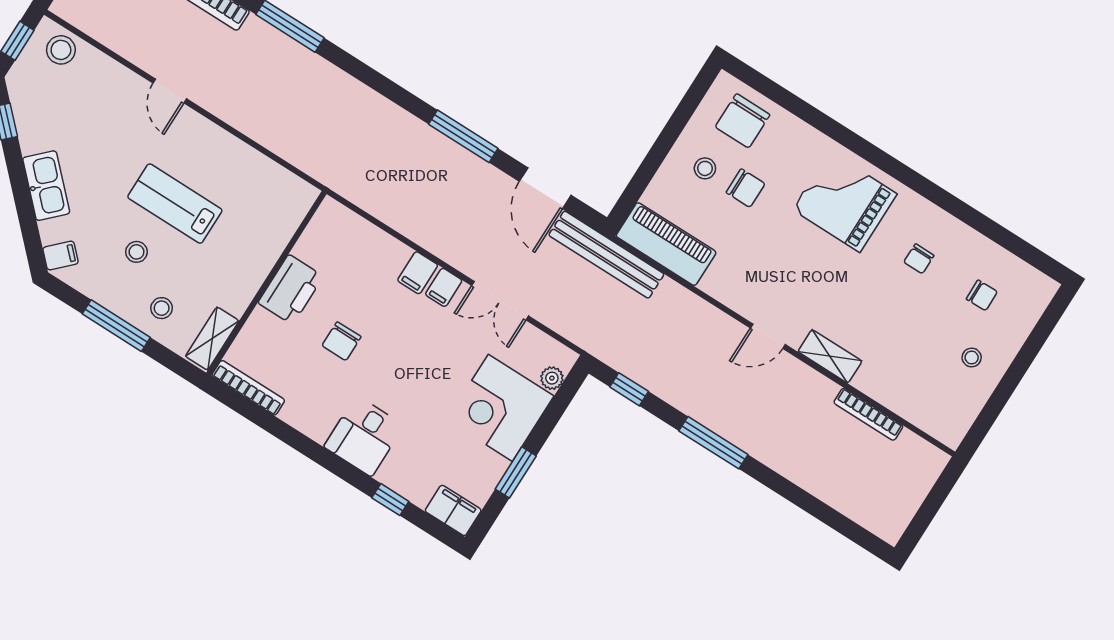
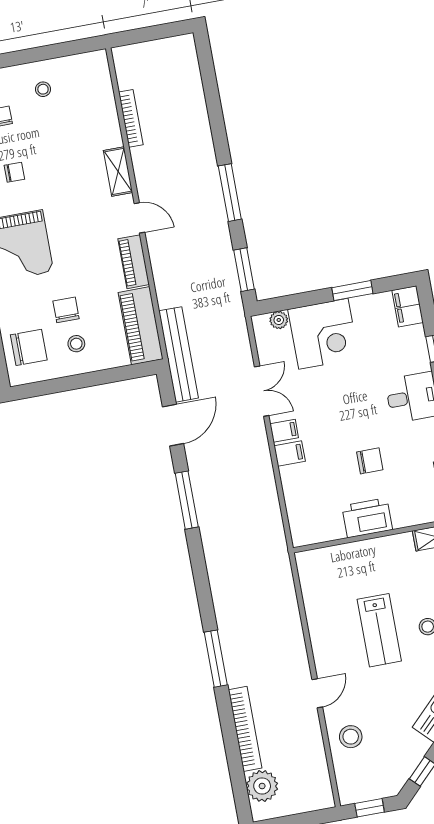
stool: (61, 50) -> (351, 737), moved
piano: (732, 293) -> (134, 262), added
window: (629, 389) -> (244, 270), width x1.50

